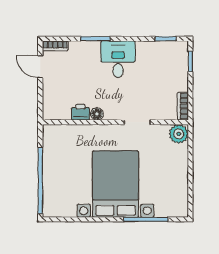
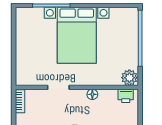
printer: (80, 112) -> (126, 96), moved
plant: (179, 134) -> (129, 78), moved

